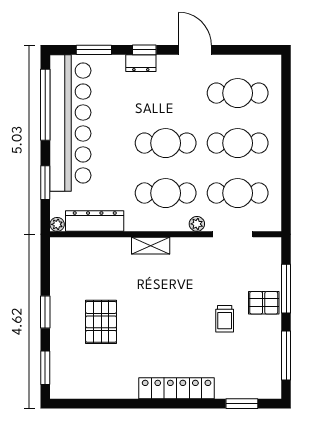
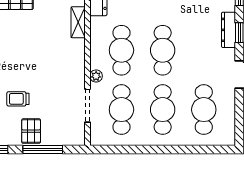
dresser: (141, 63) -> (228, 30), width x1.44
shelving: (151, 246) -> (78, 22), moved

